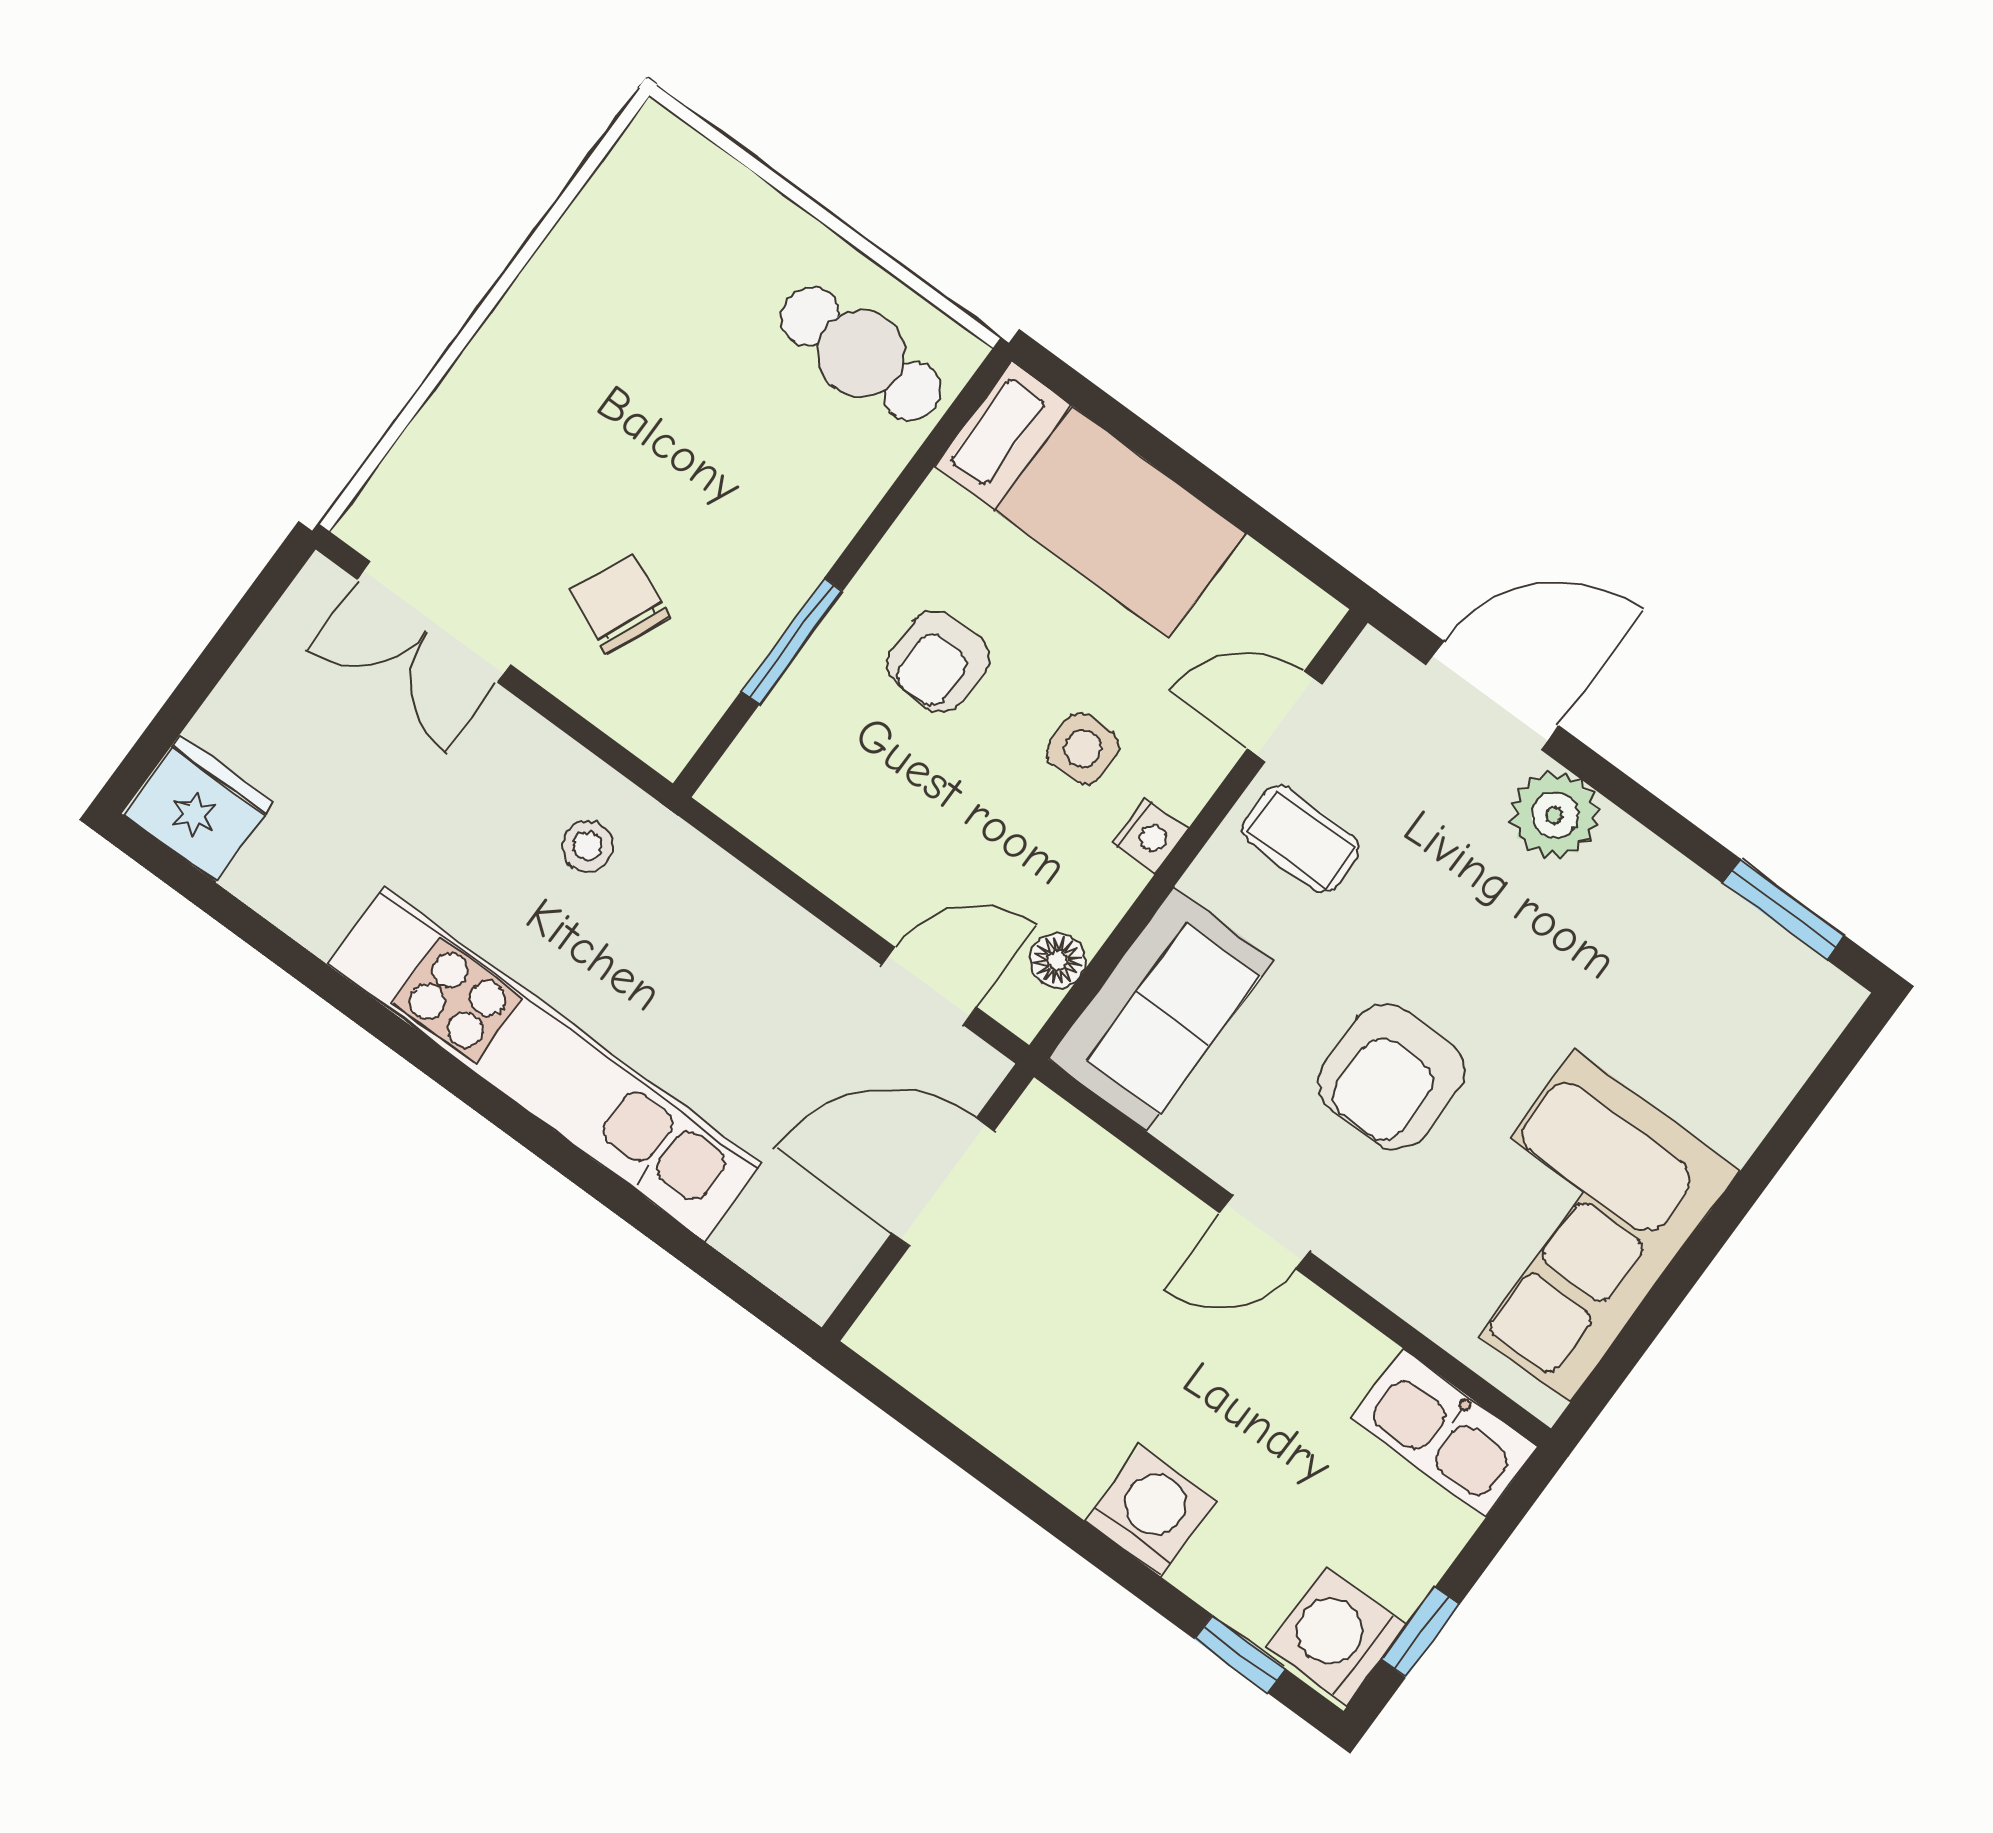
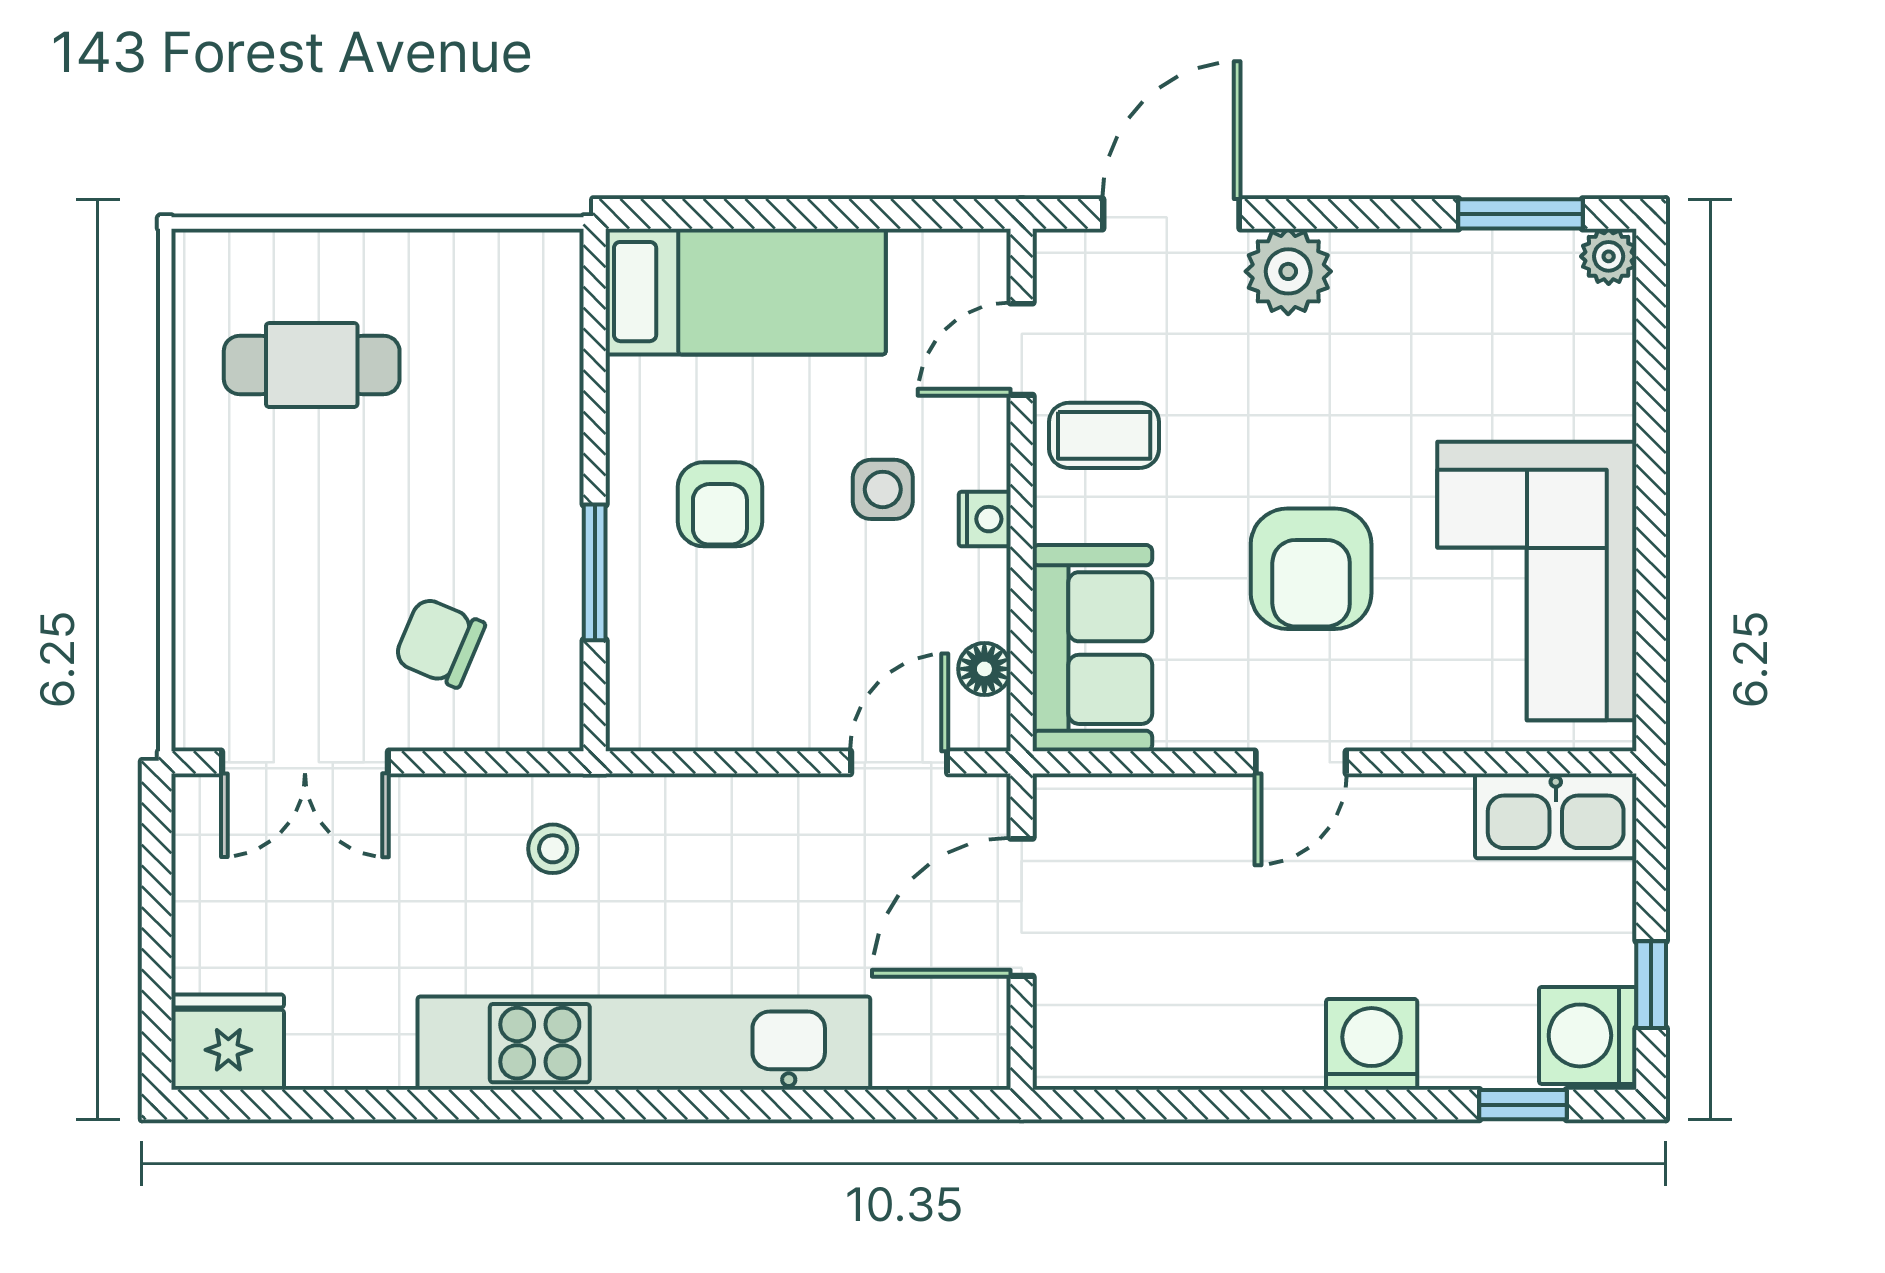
cafe table: (861, 353) -> (312, 365), moved
plant: (1831, 999) -> (1609, 256), added

